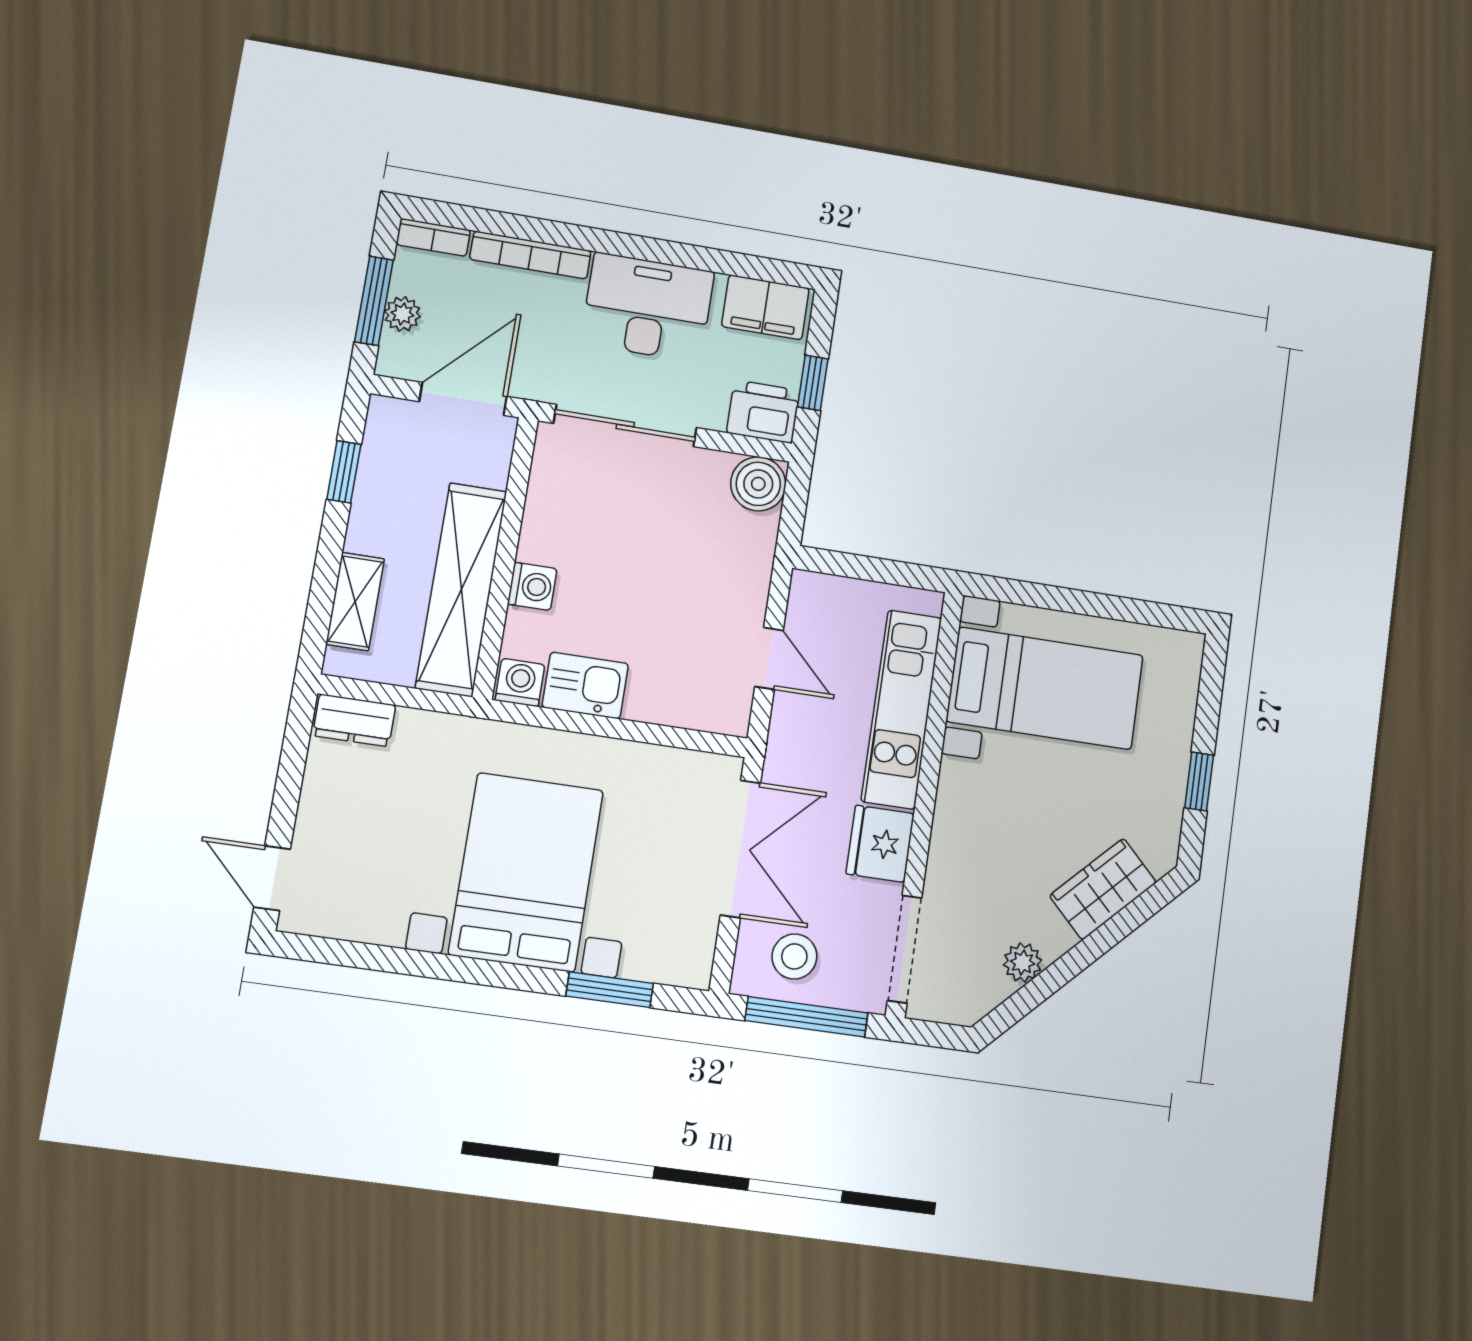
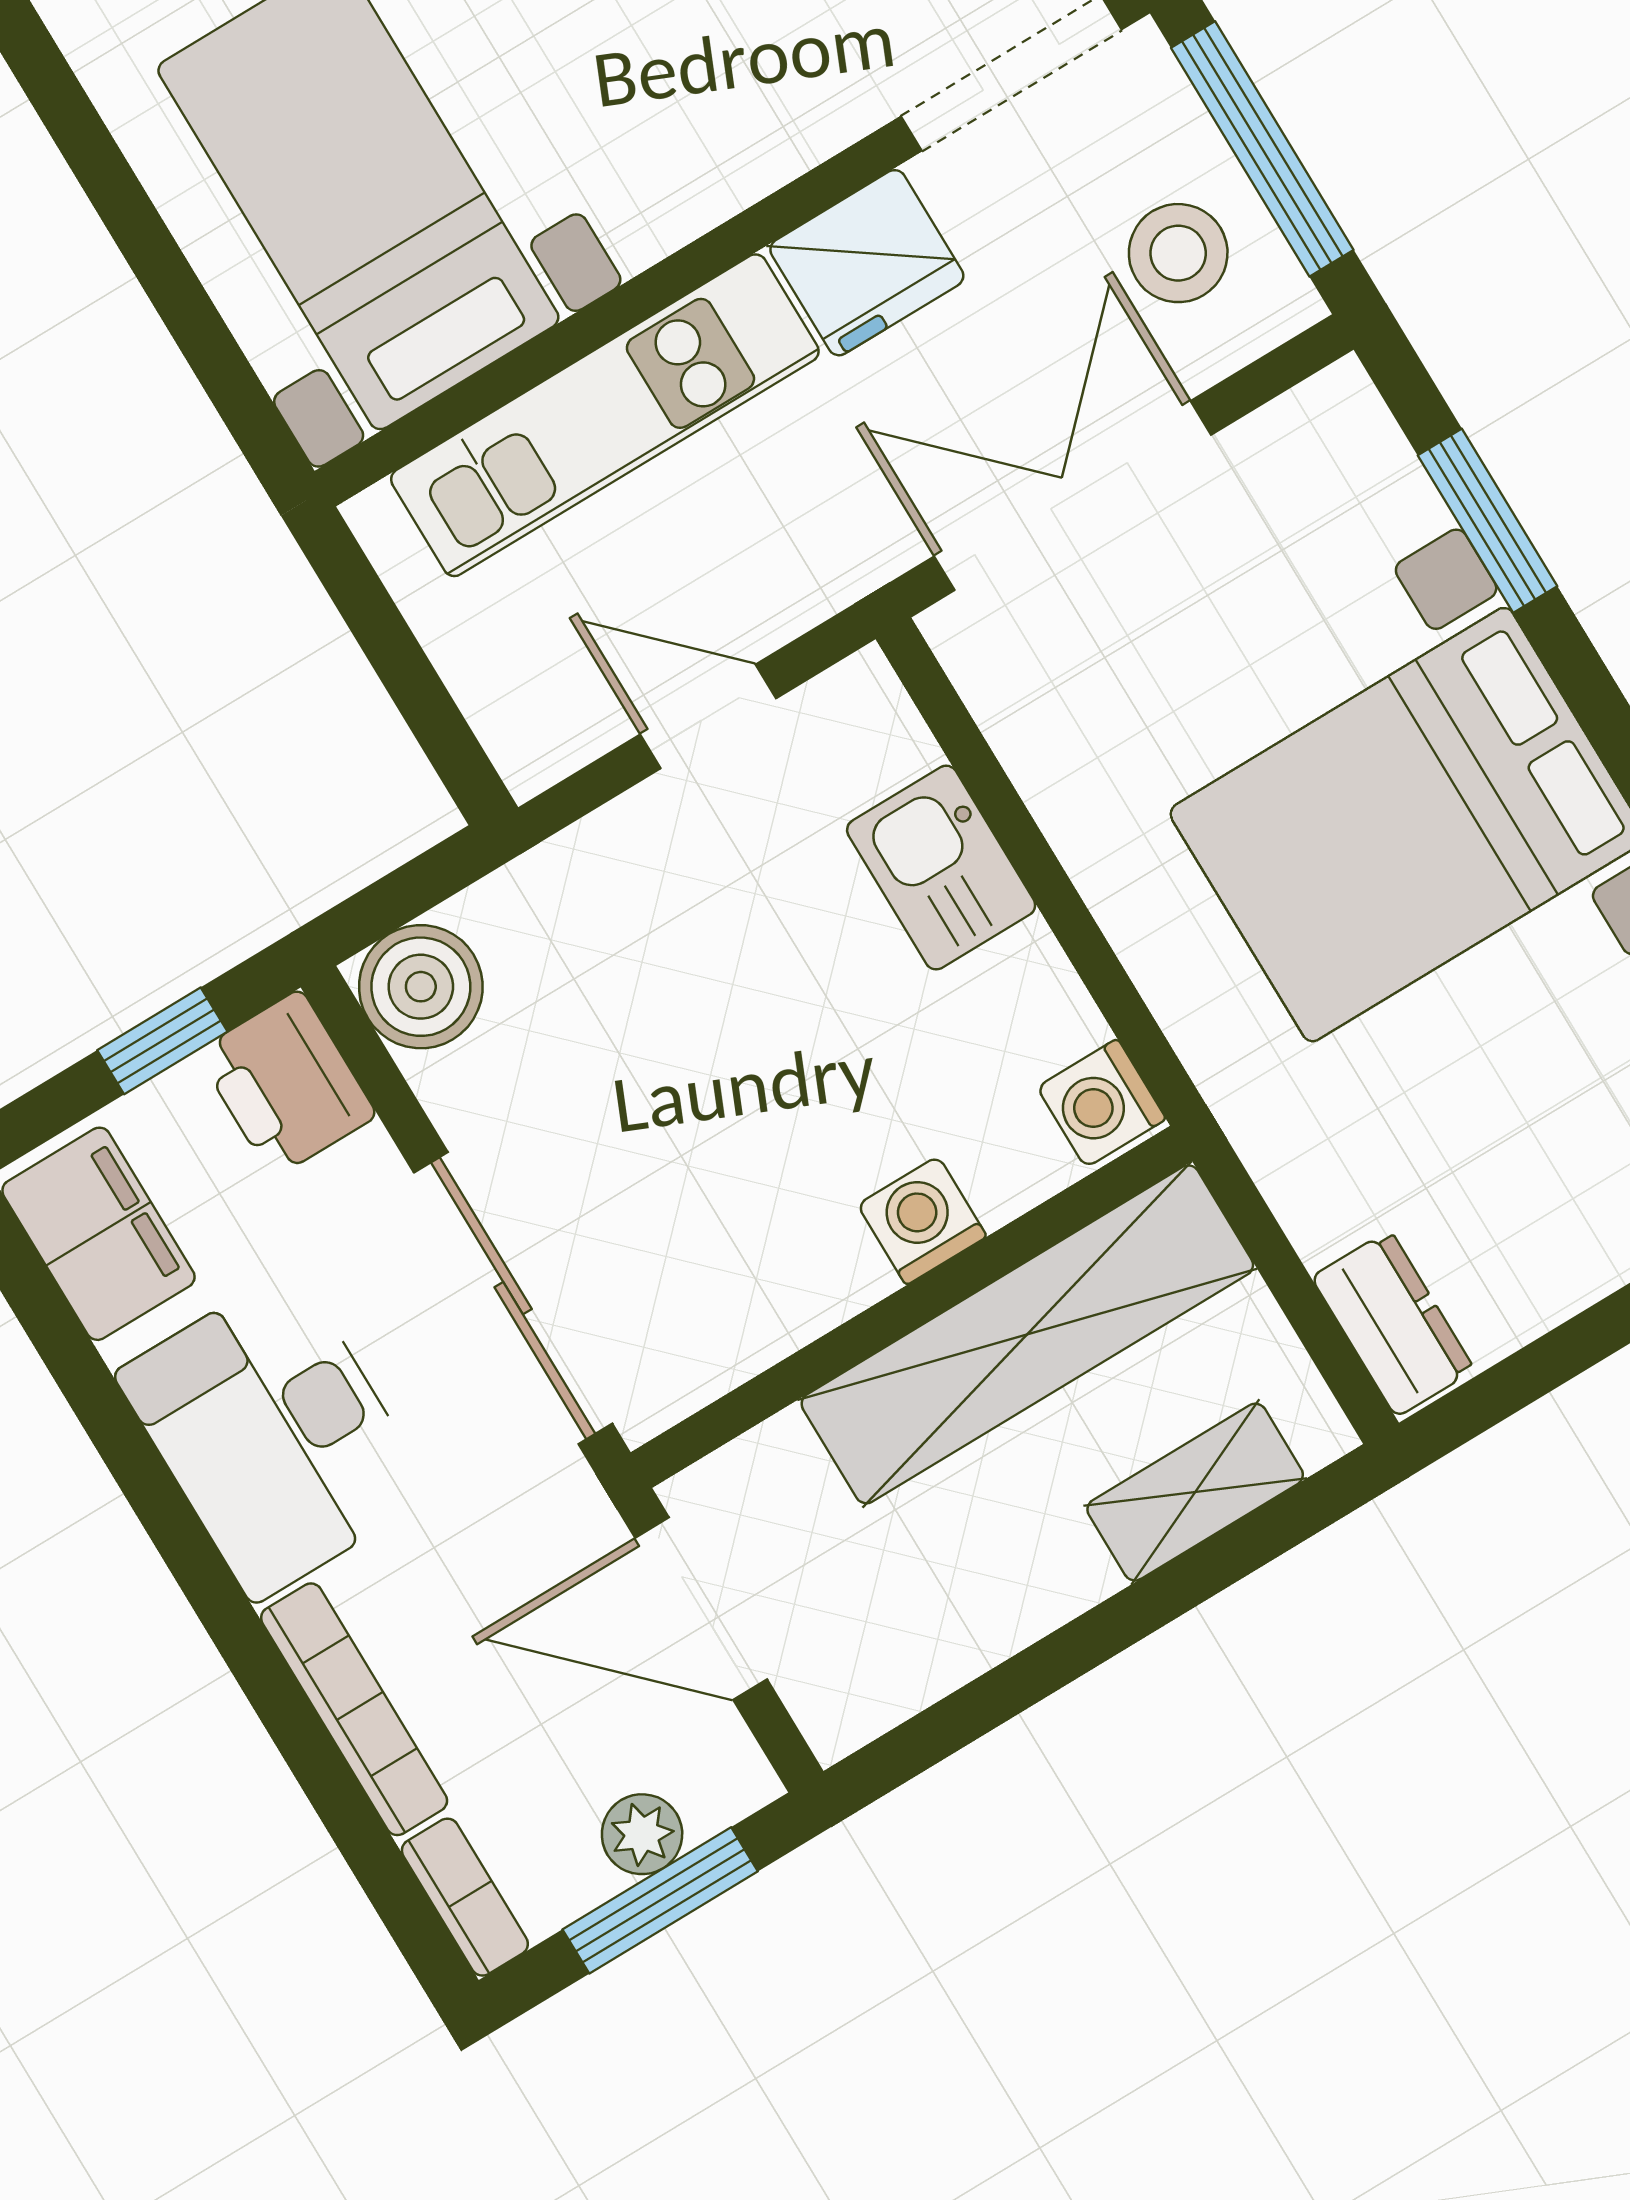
window: (344, 472) -> (994, 1698), removed
door: (769, 658) -> (708, 716), hinge flipped
kitchen sink: (585, 685) -> (941, 868), moved

